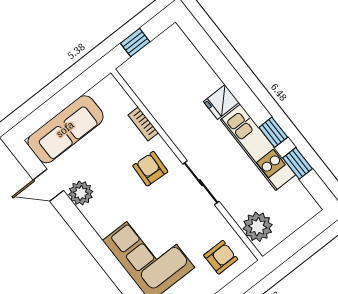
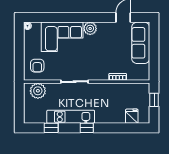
fridge: (221, 102) -> (132, 116), moved
window: (273, 132) -> (87, 128), moved
armchair: (150, 169) -> (97, 65), removed
plant: (81, 193) -> (90, 28), moved

